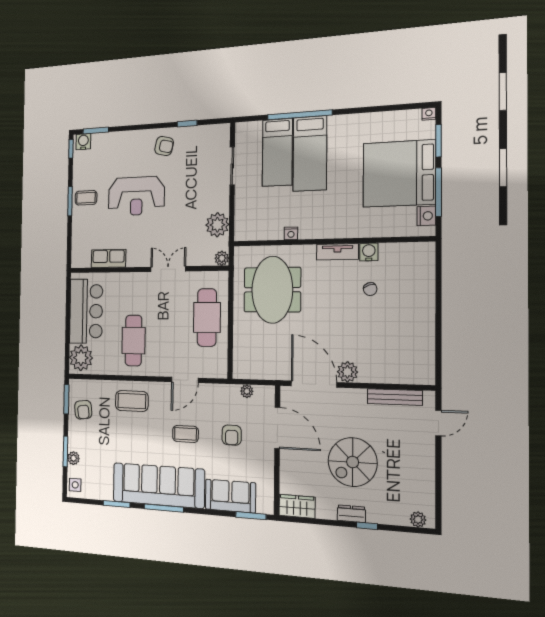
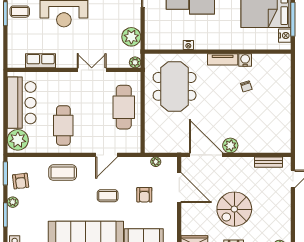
bench: (395, 397) -> (268, 162), width x0.73
plant: (73, 458) -> (13, 202), moved

